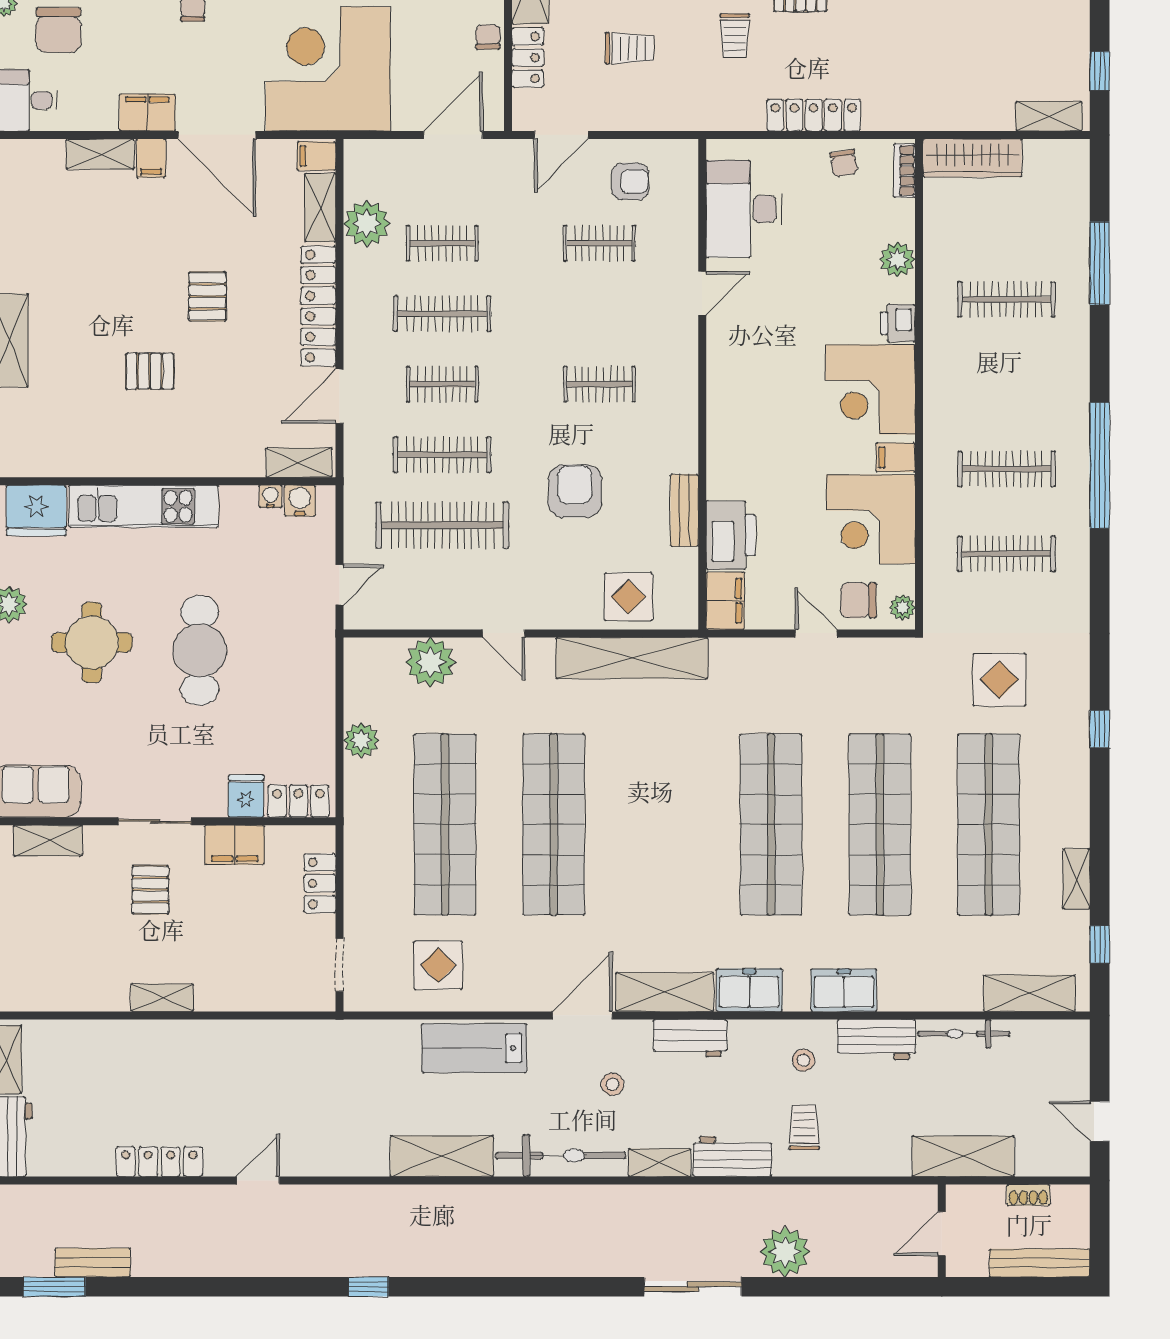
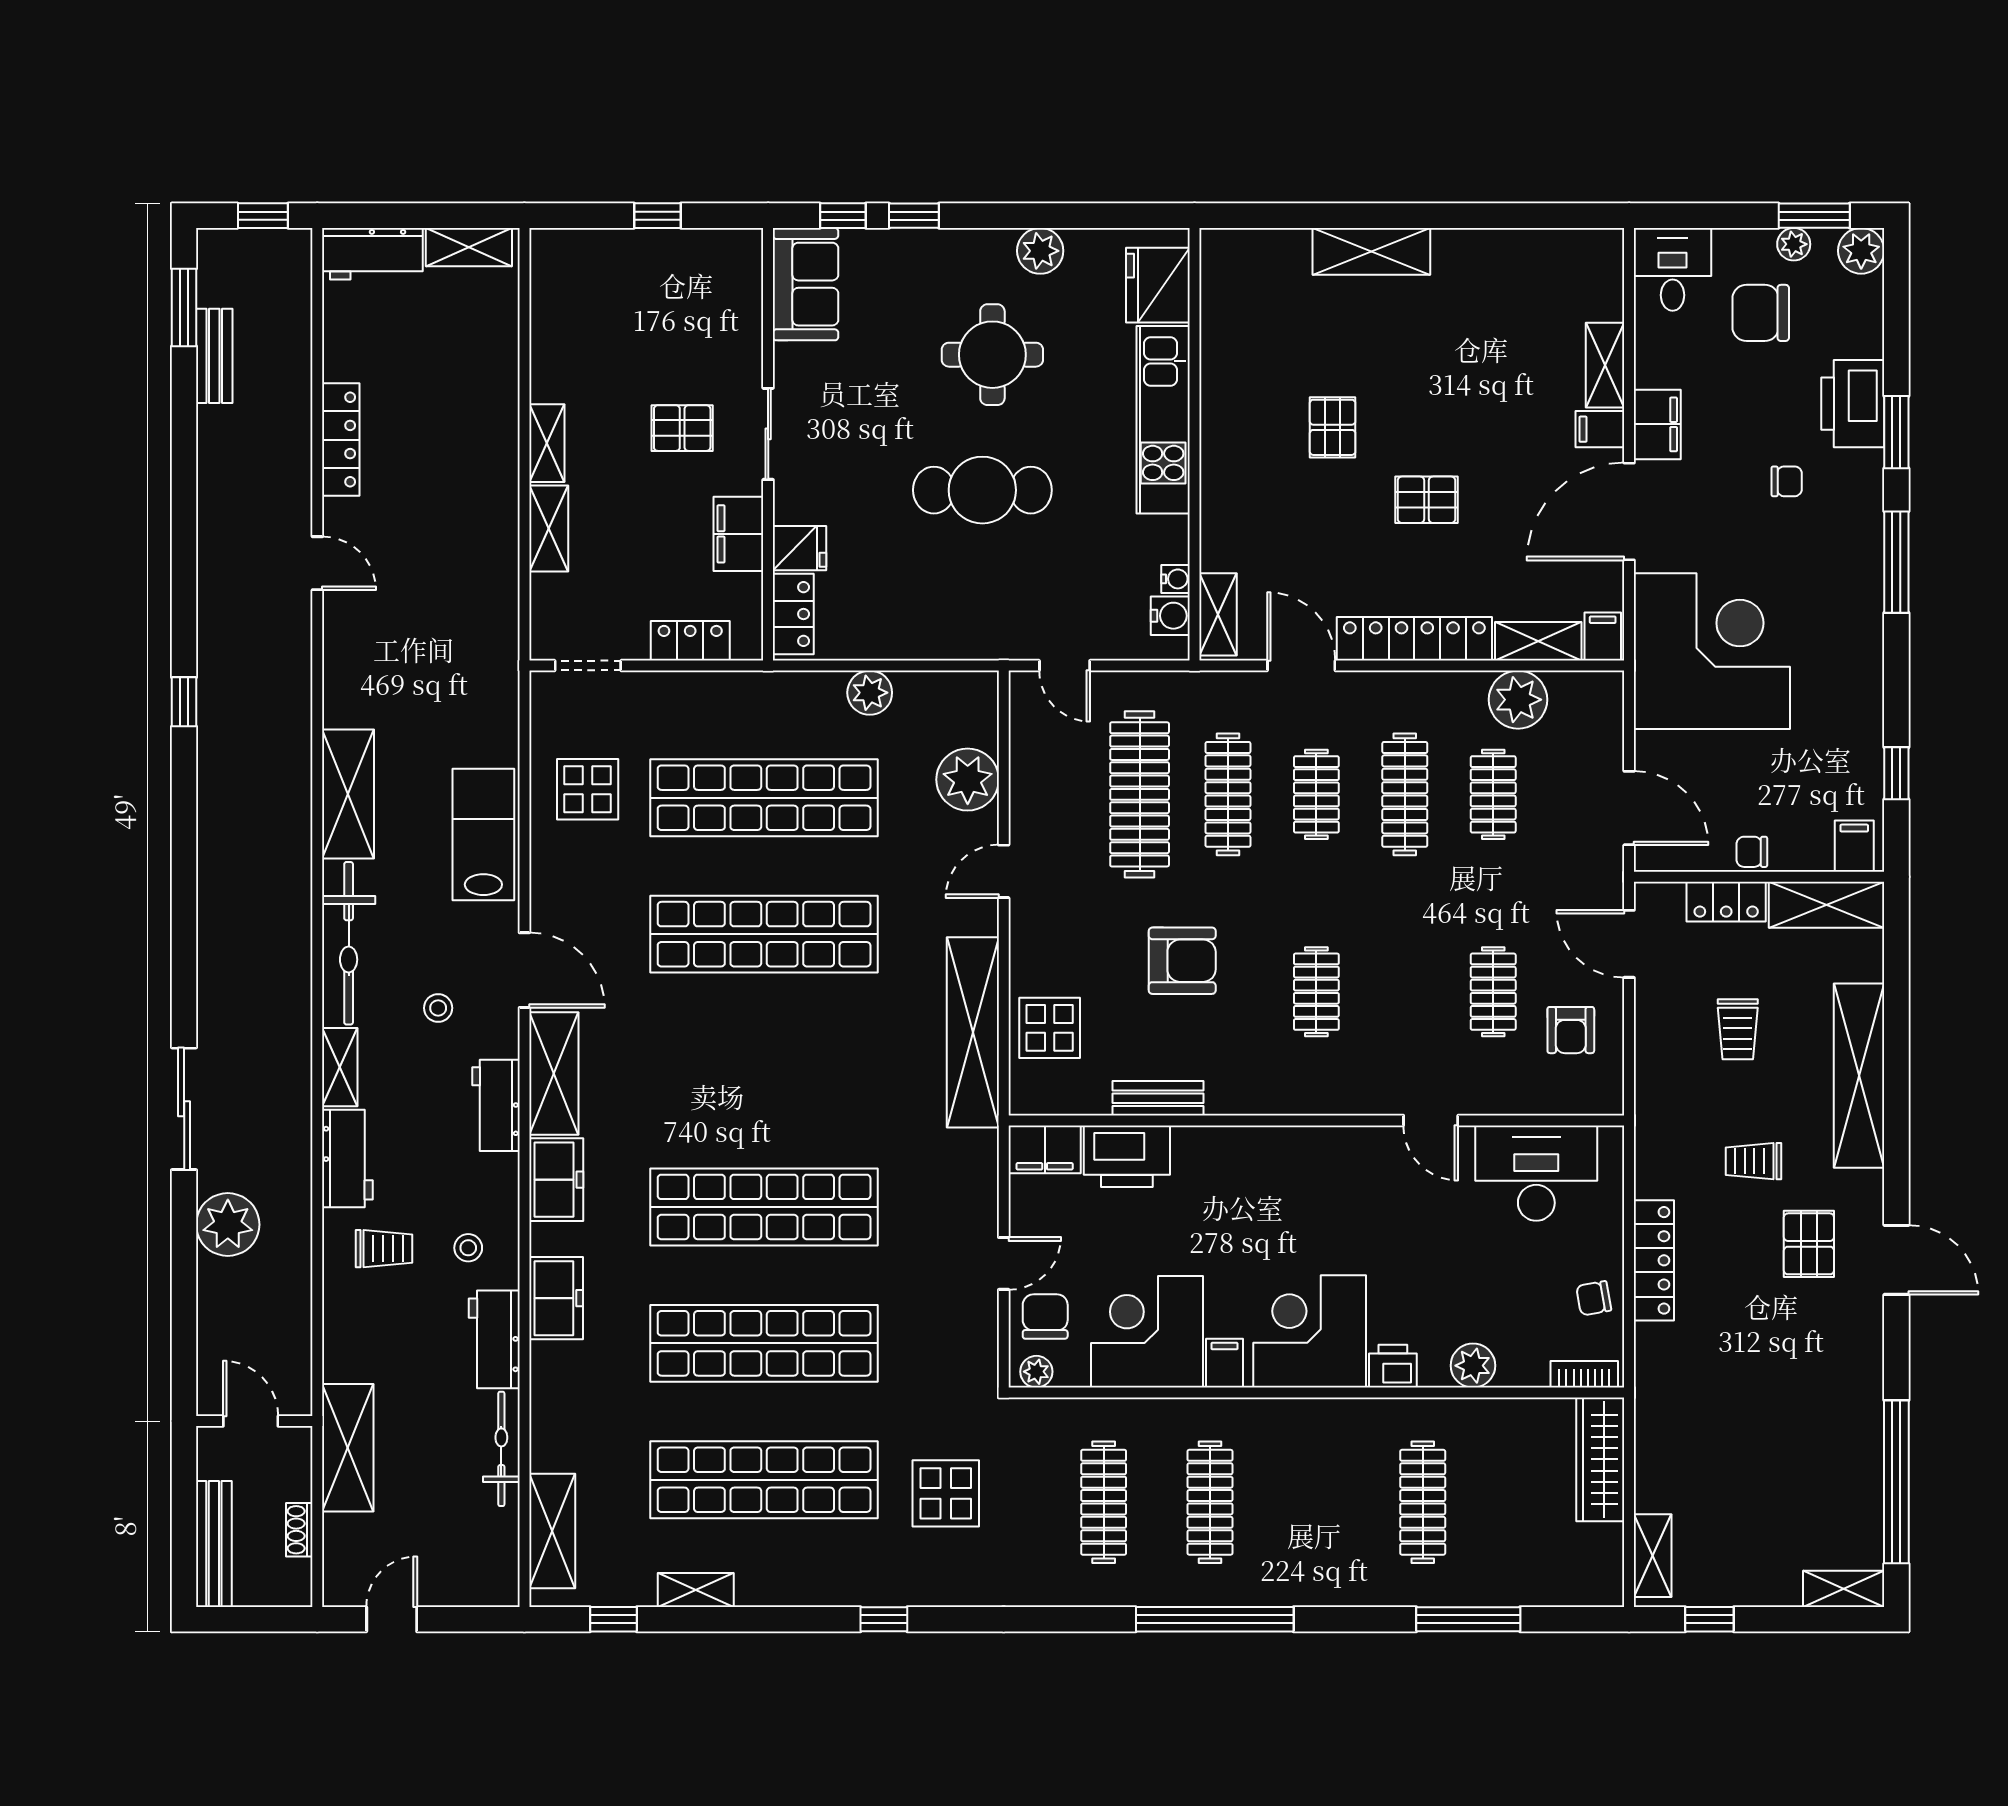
chair: (488, 37) -> (1752, 852), turned 180
shelving: (48, 841) -> (549, 529), moved

